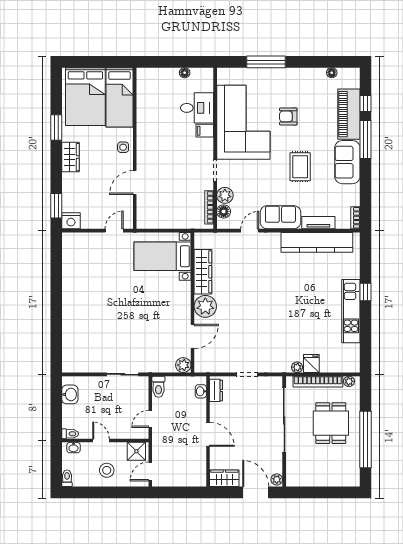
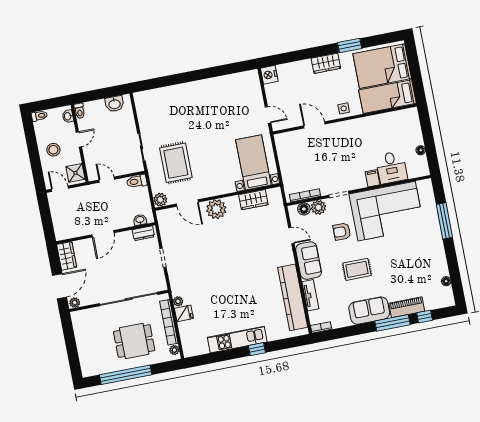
piano: (349, 114) -> (407, 307), width x0.73, depth x0.75
armchair: (288, 116) -> (342, 232), moved, turned -90
window: (56, 206) -> (280, 59), removed
wardrobe: (203, 272) -> (253, 200), width x0.67
rug: (147, 340) -> (176, 163), added

